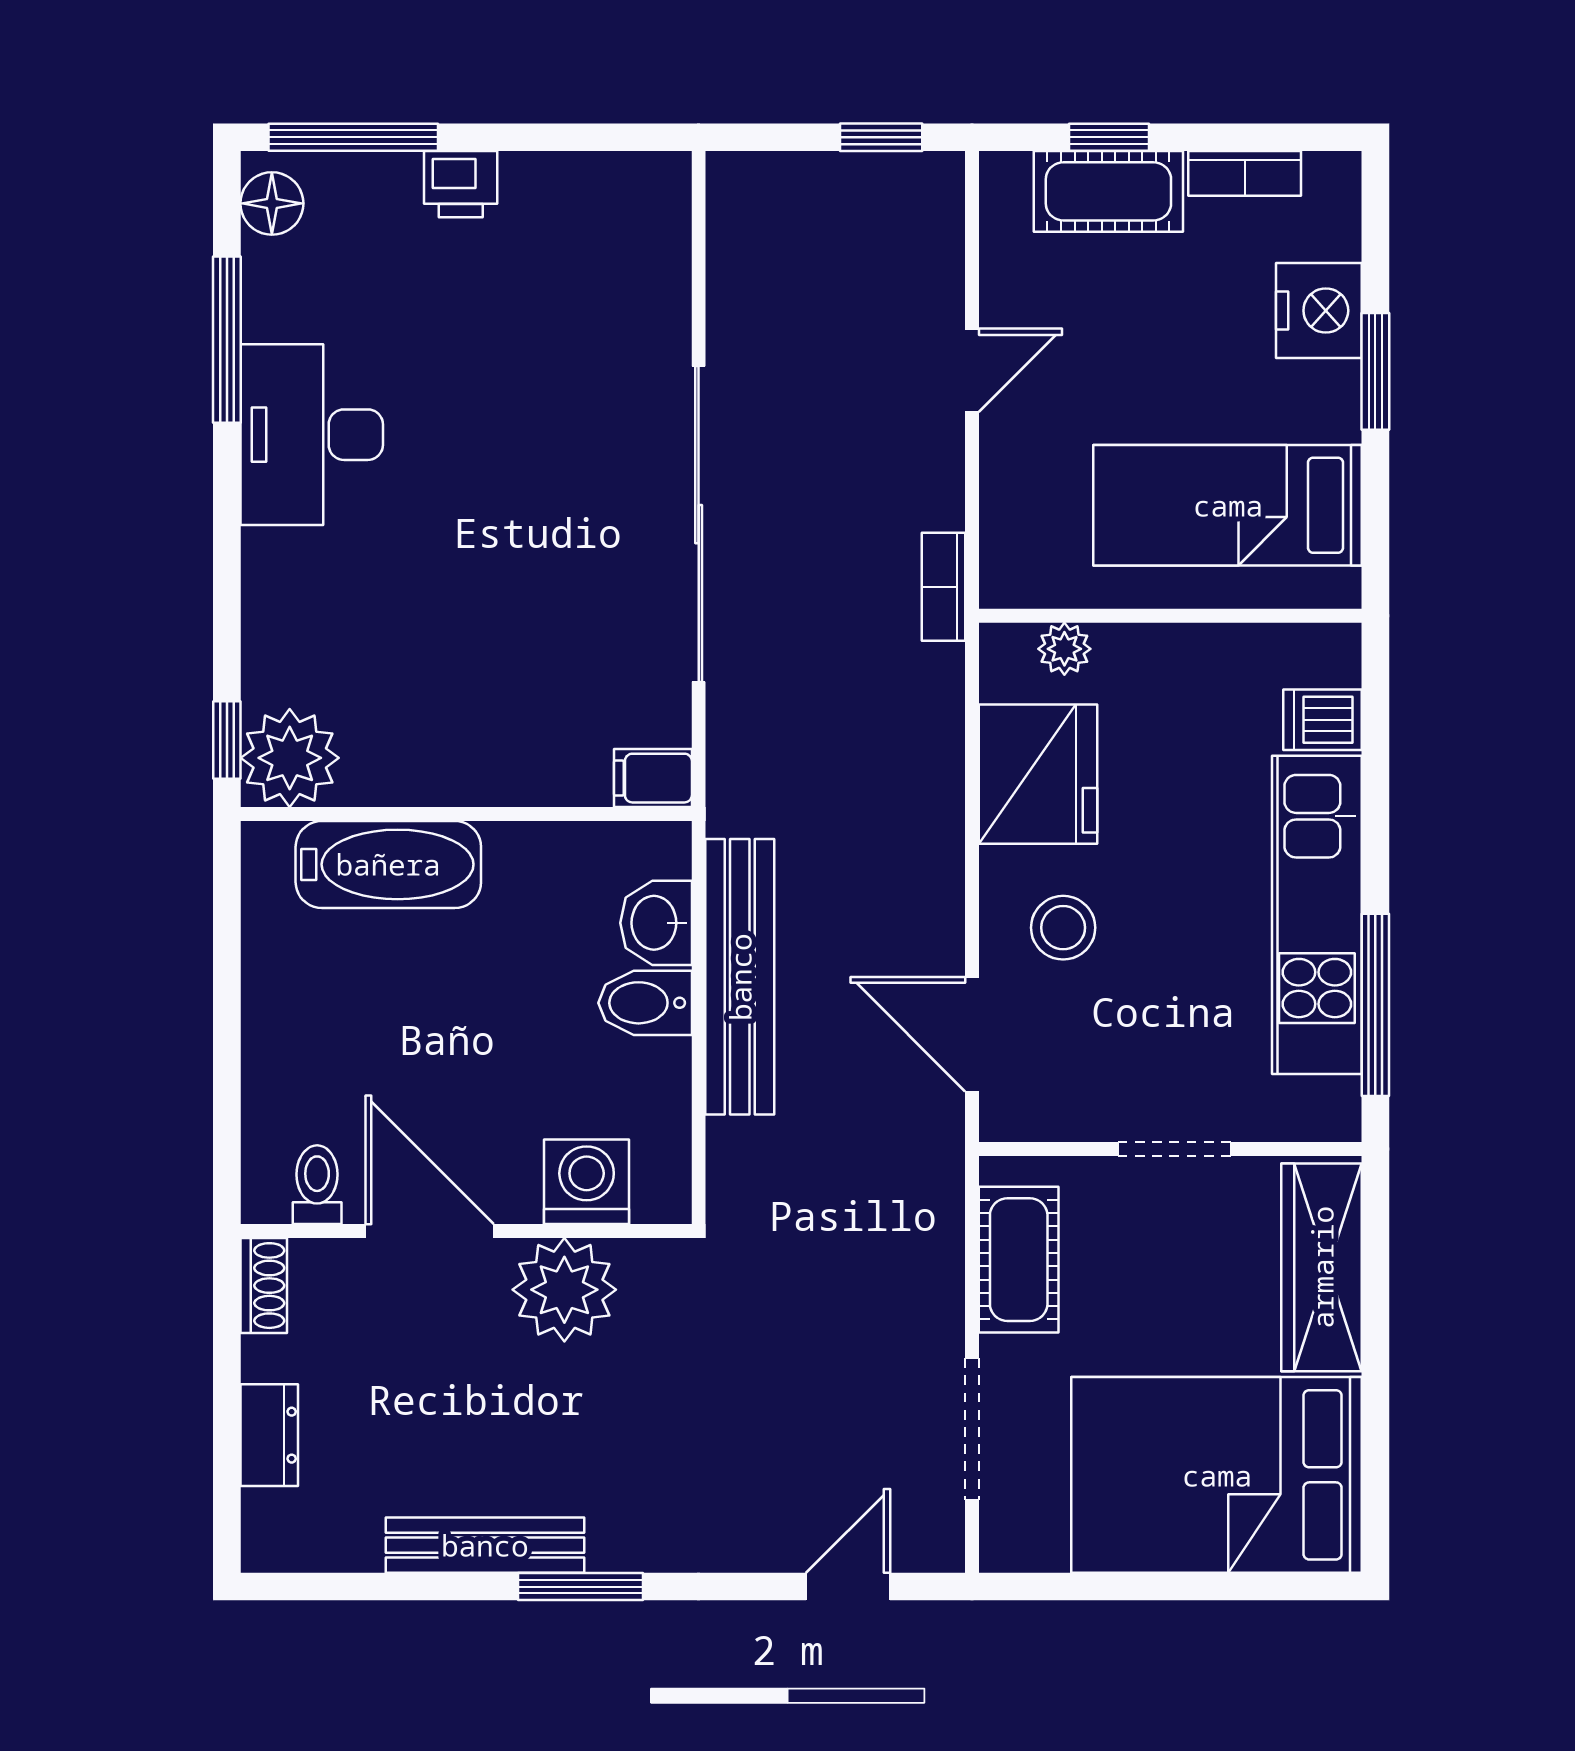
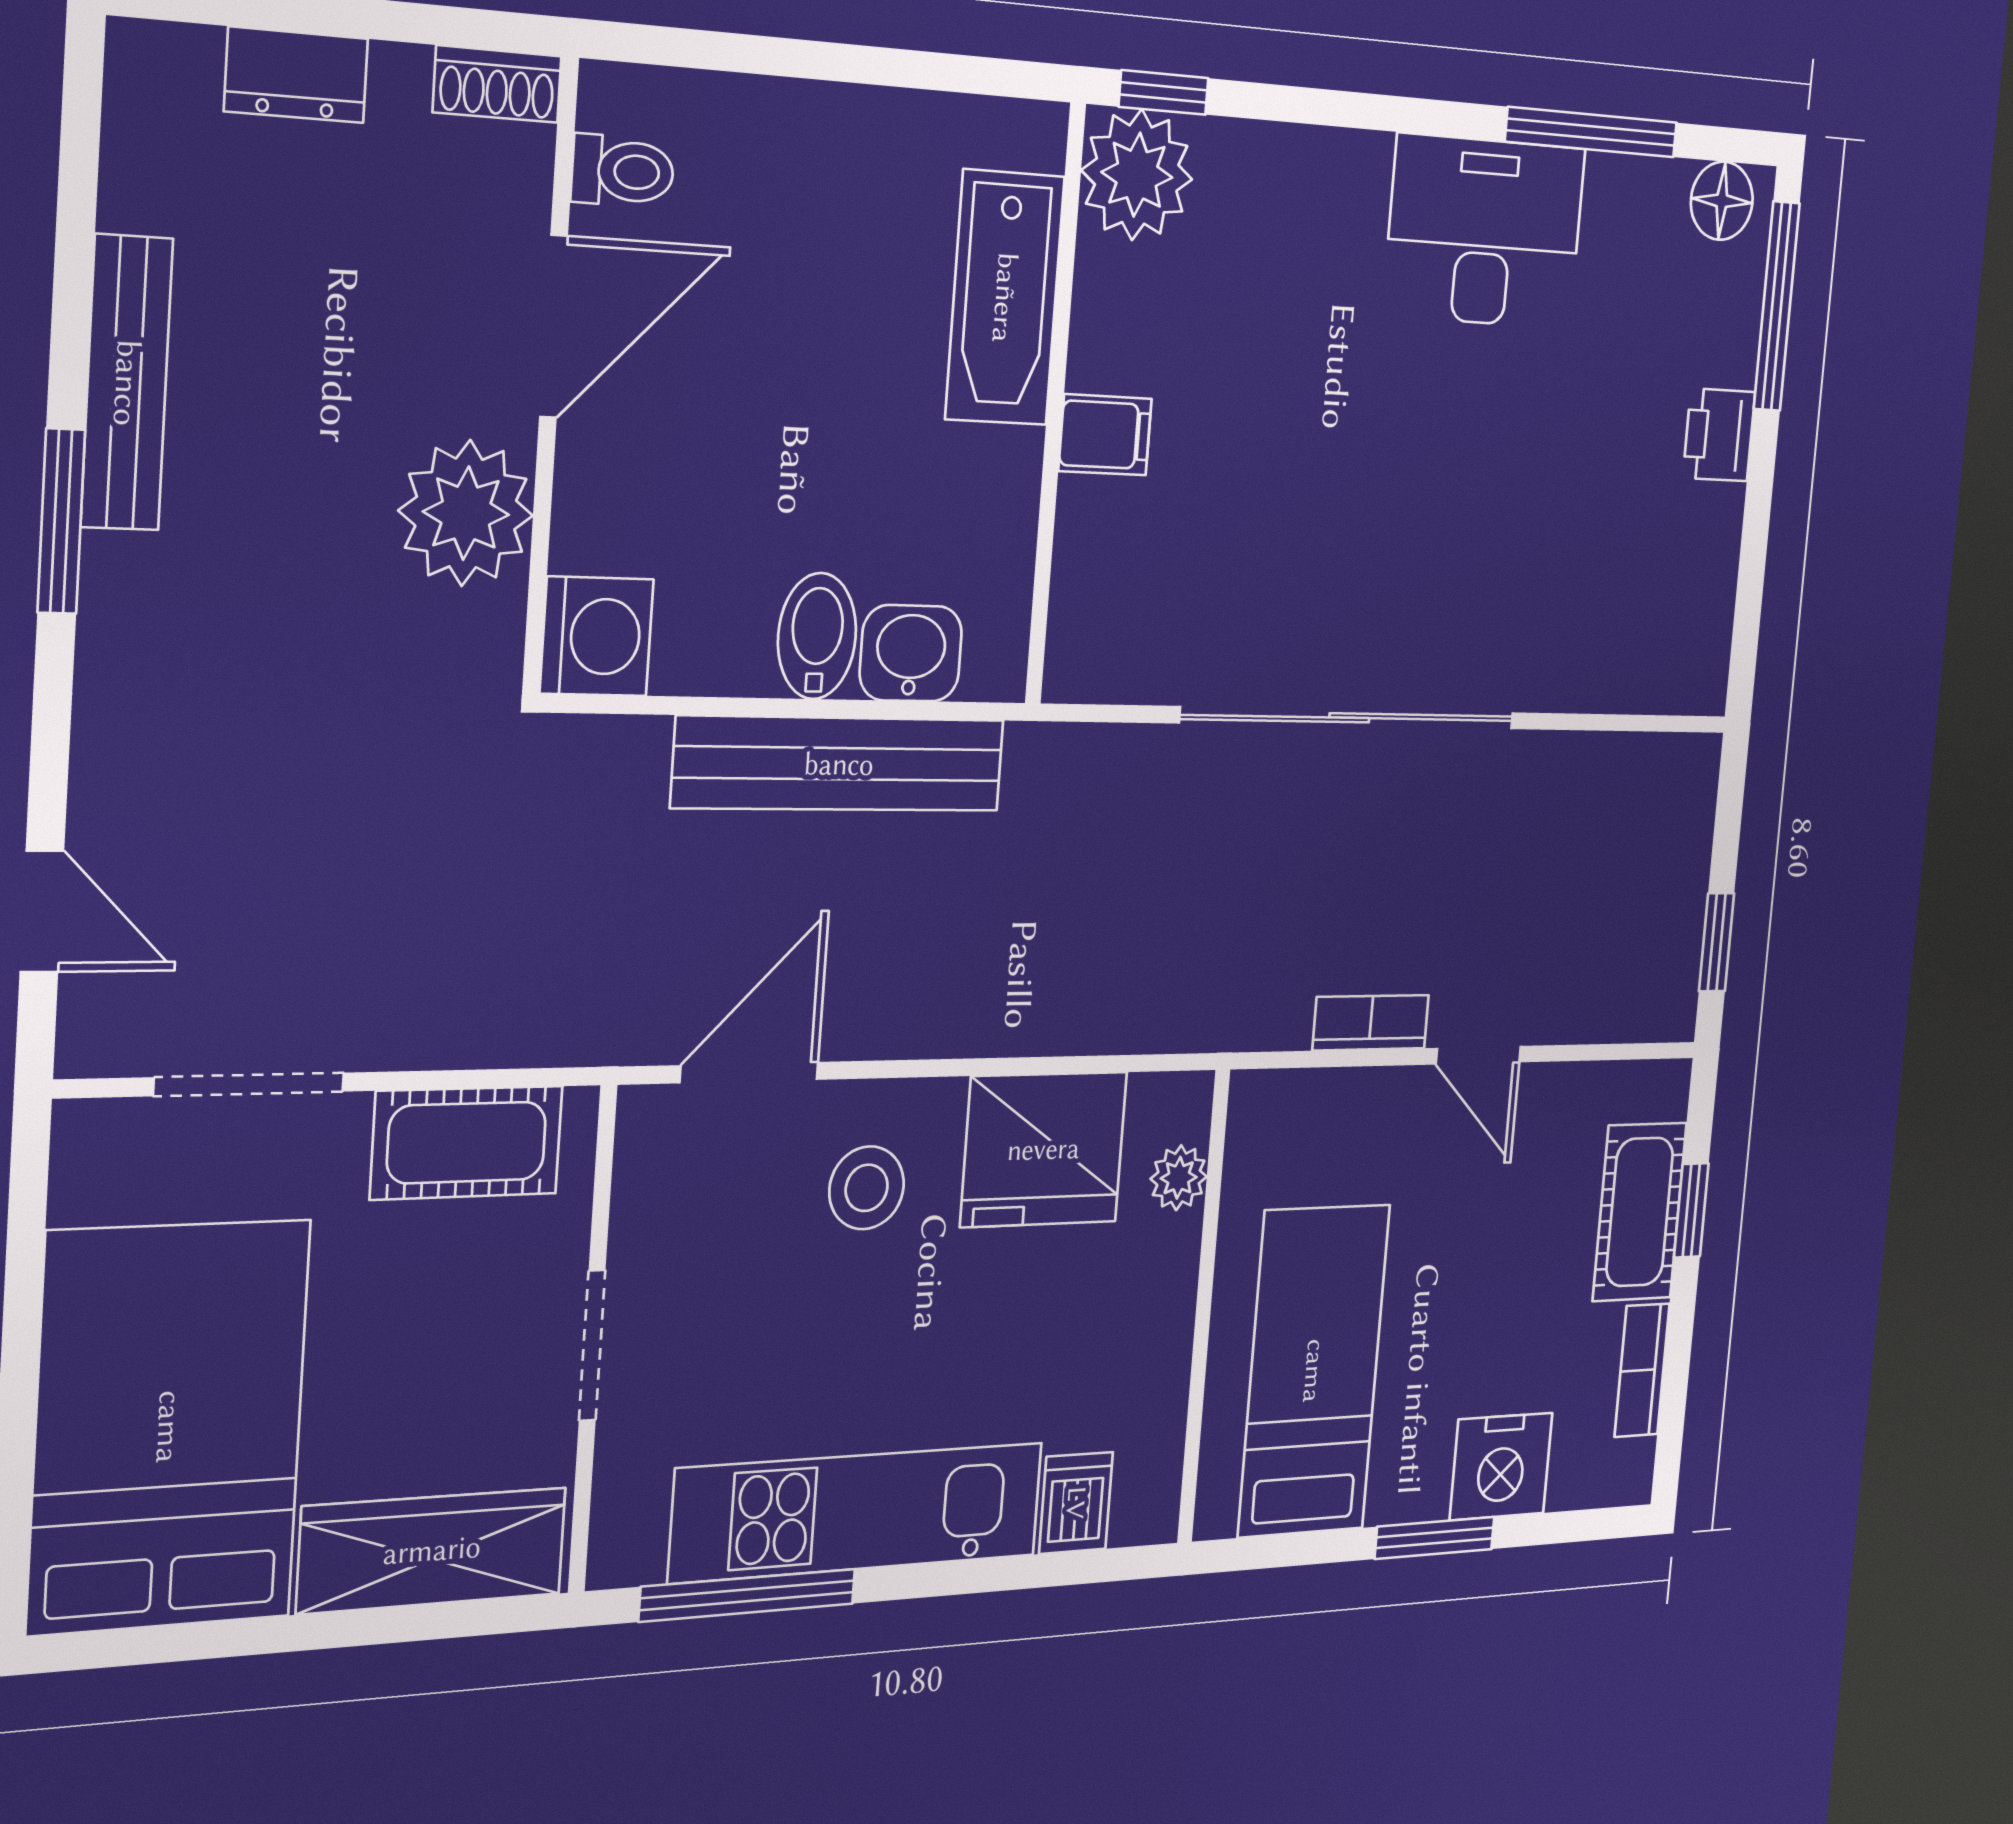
bookcase: (944, 587) -> (1371, 1023), moved
filing cabinet: (653, 778) -> (1105, 435), moved, turned 90
washing machine: (587, 1182) -> (597, 636), moved

